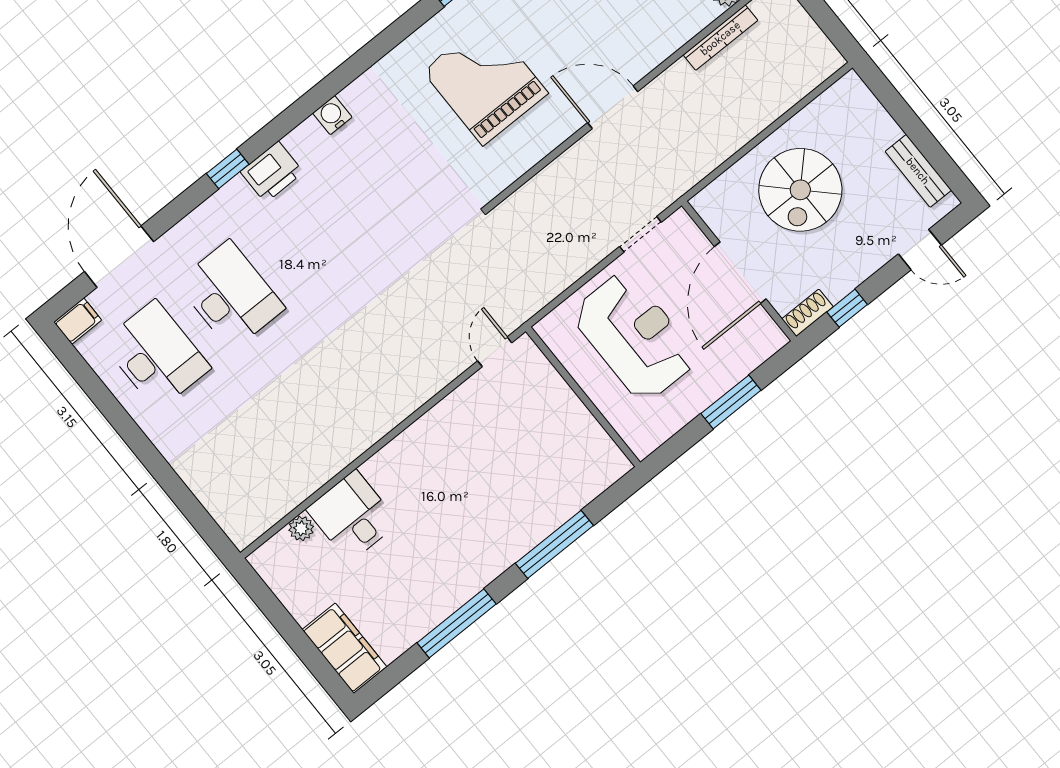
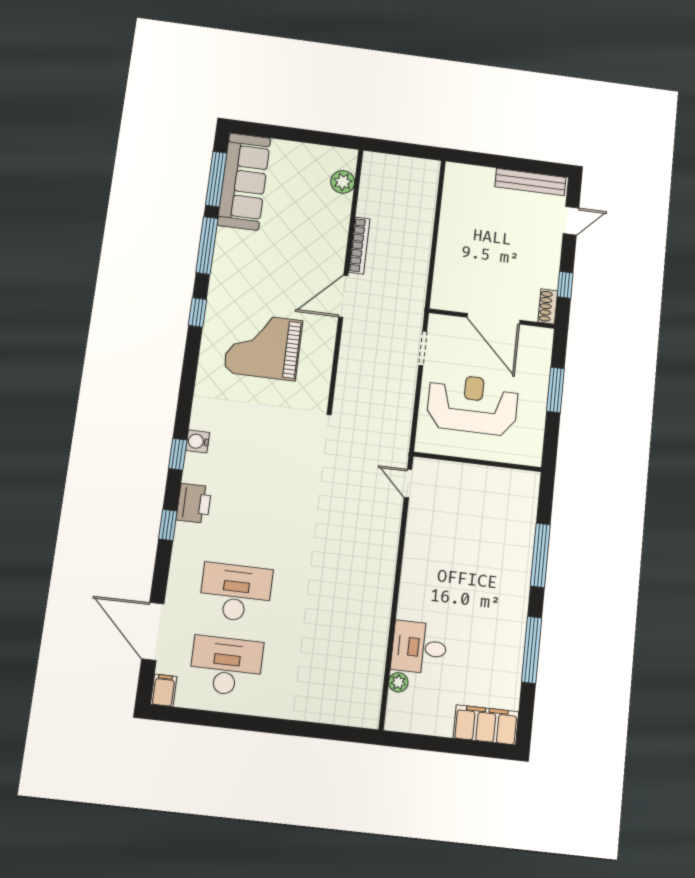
bookcase: (720, 38) -> (359, 246), moved
window: (302, 109) -> (178, 454), added
bench: (918, 171) -> (530, 182), width x1.36
spiral stairs: (800, 190) -> (481, 248), removed

